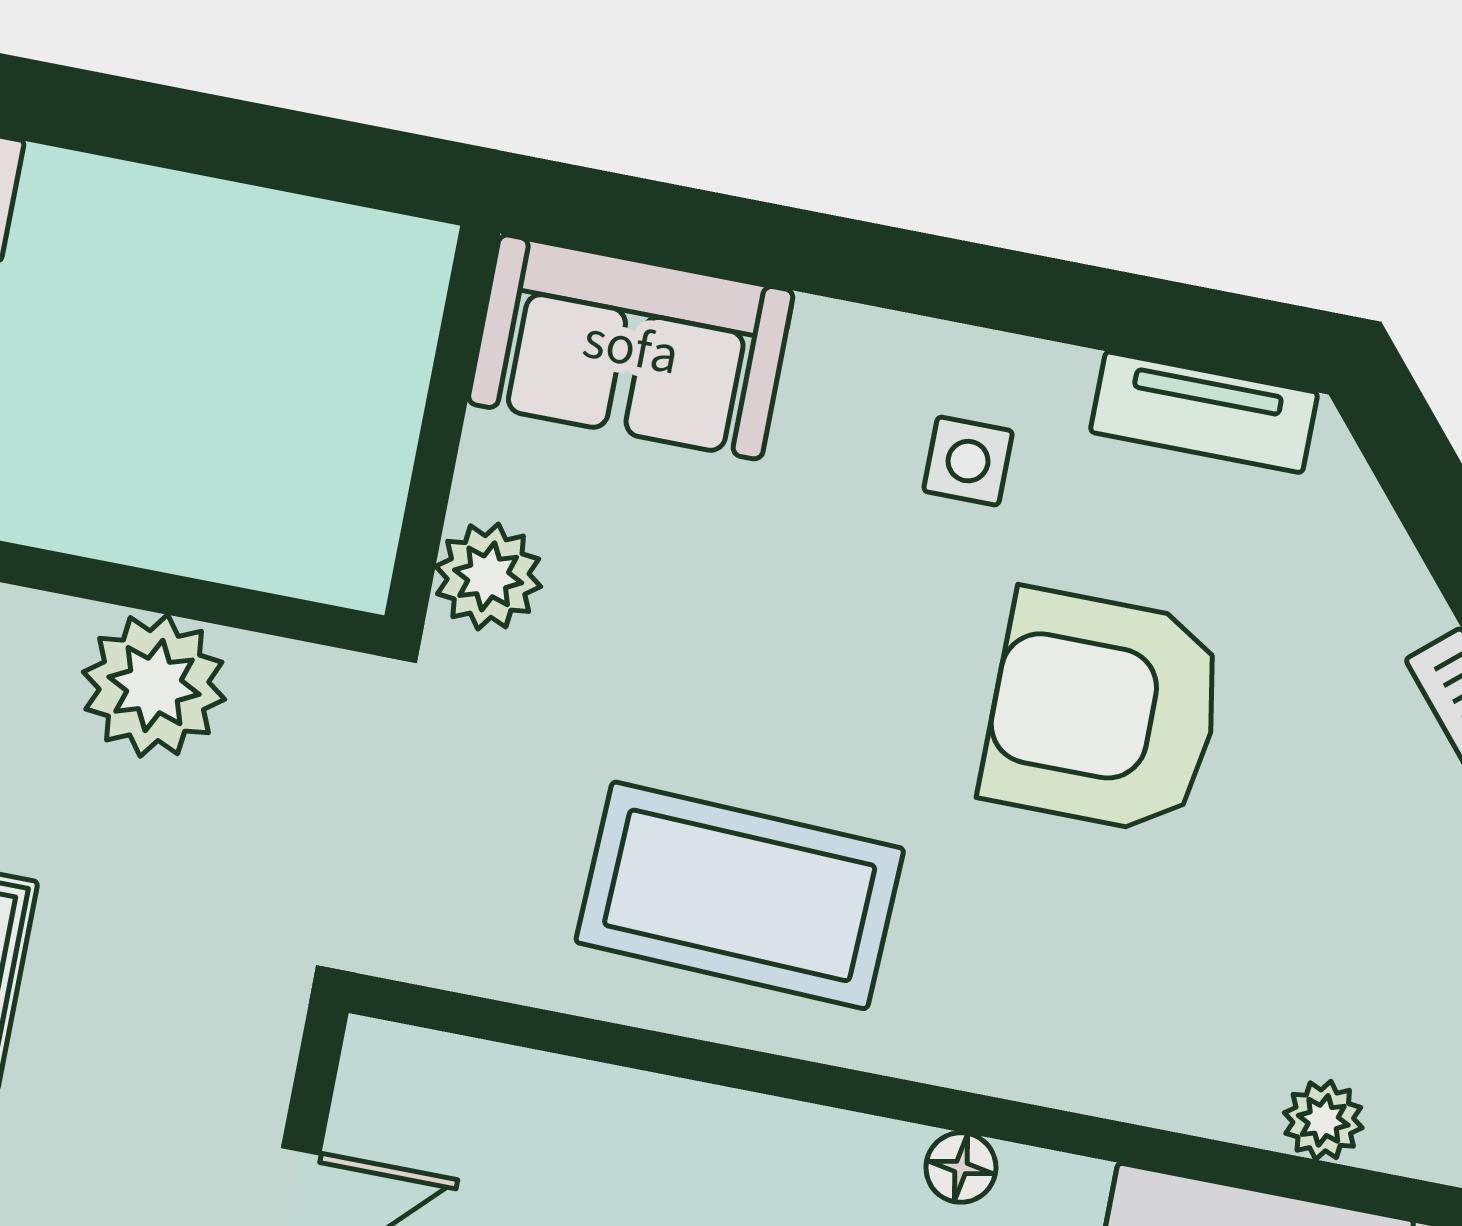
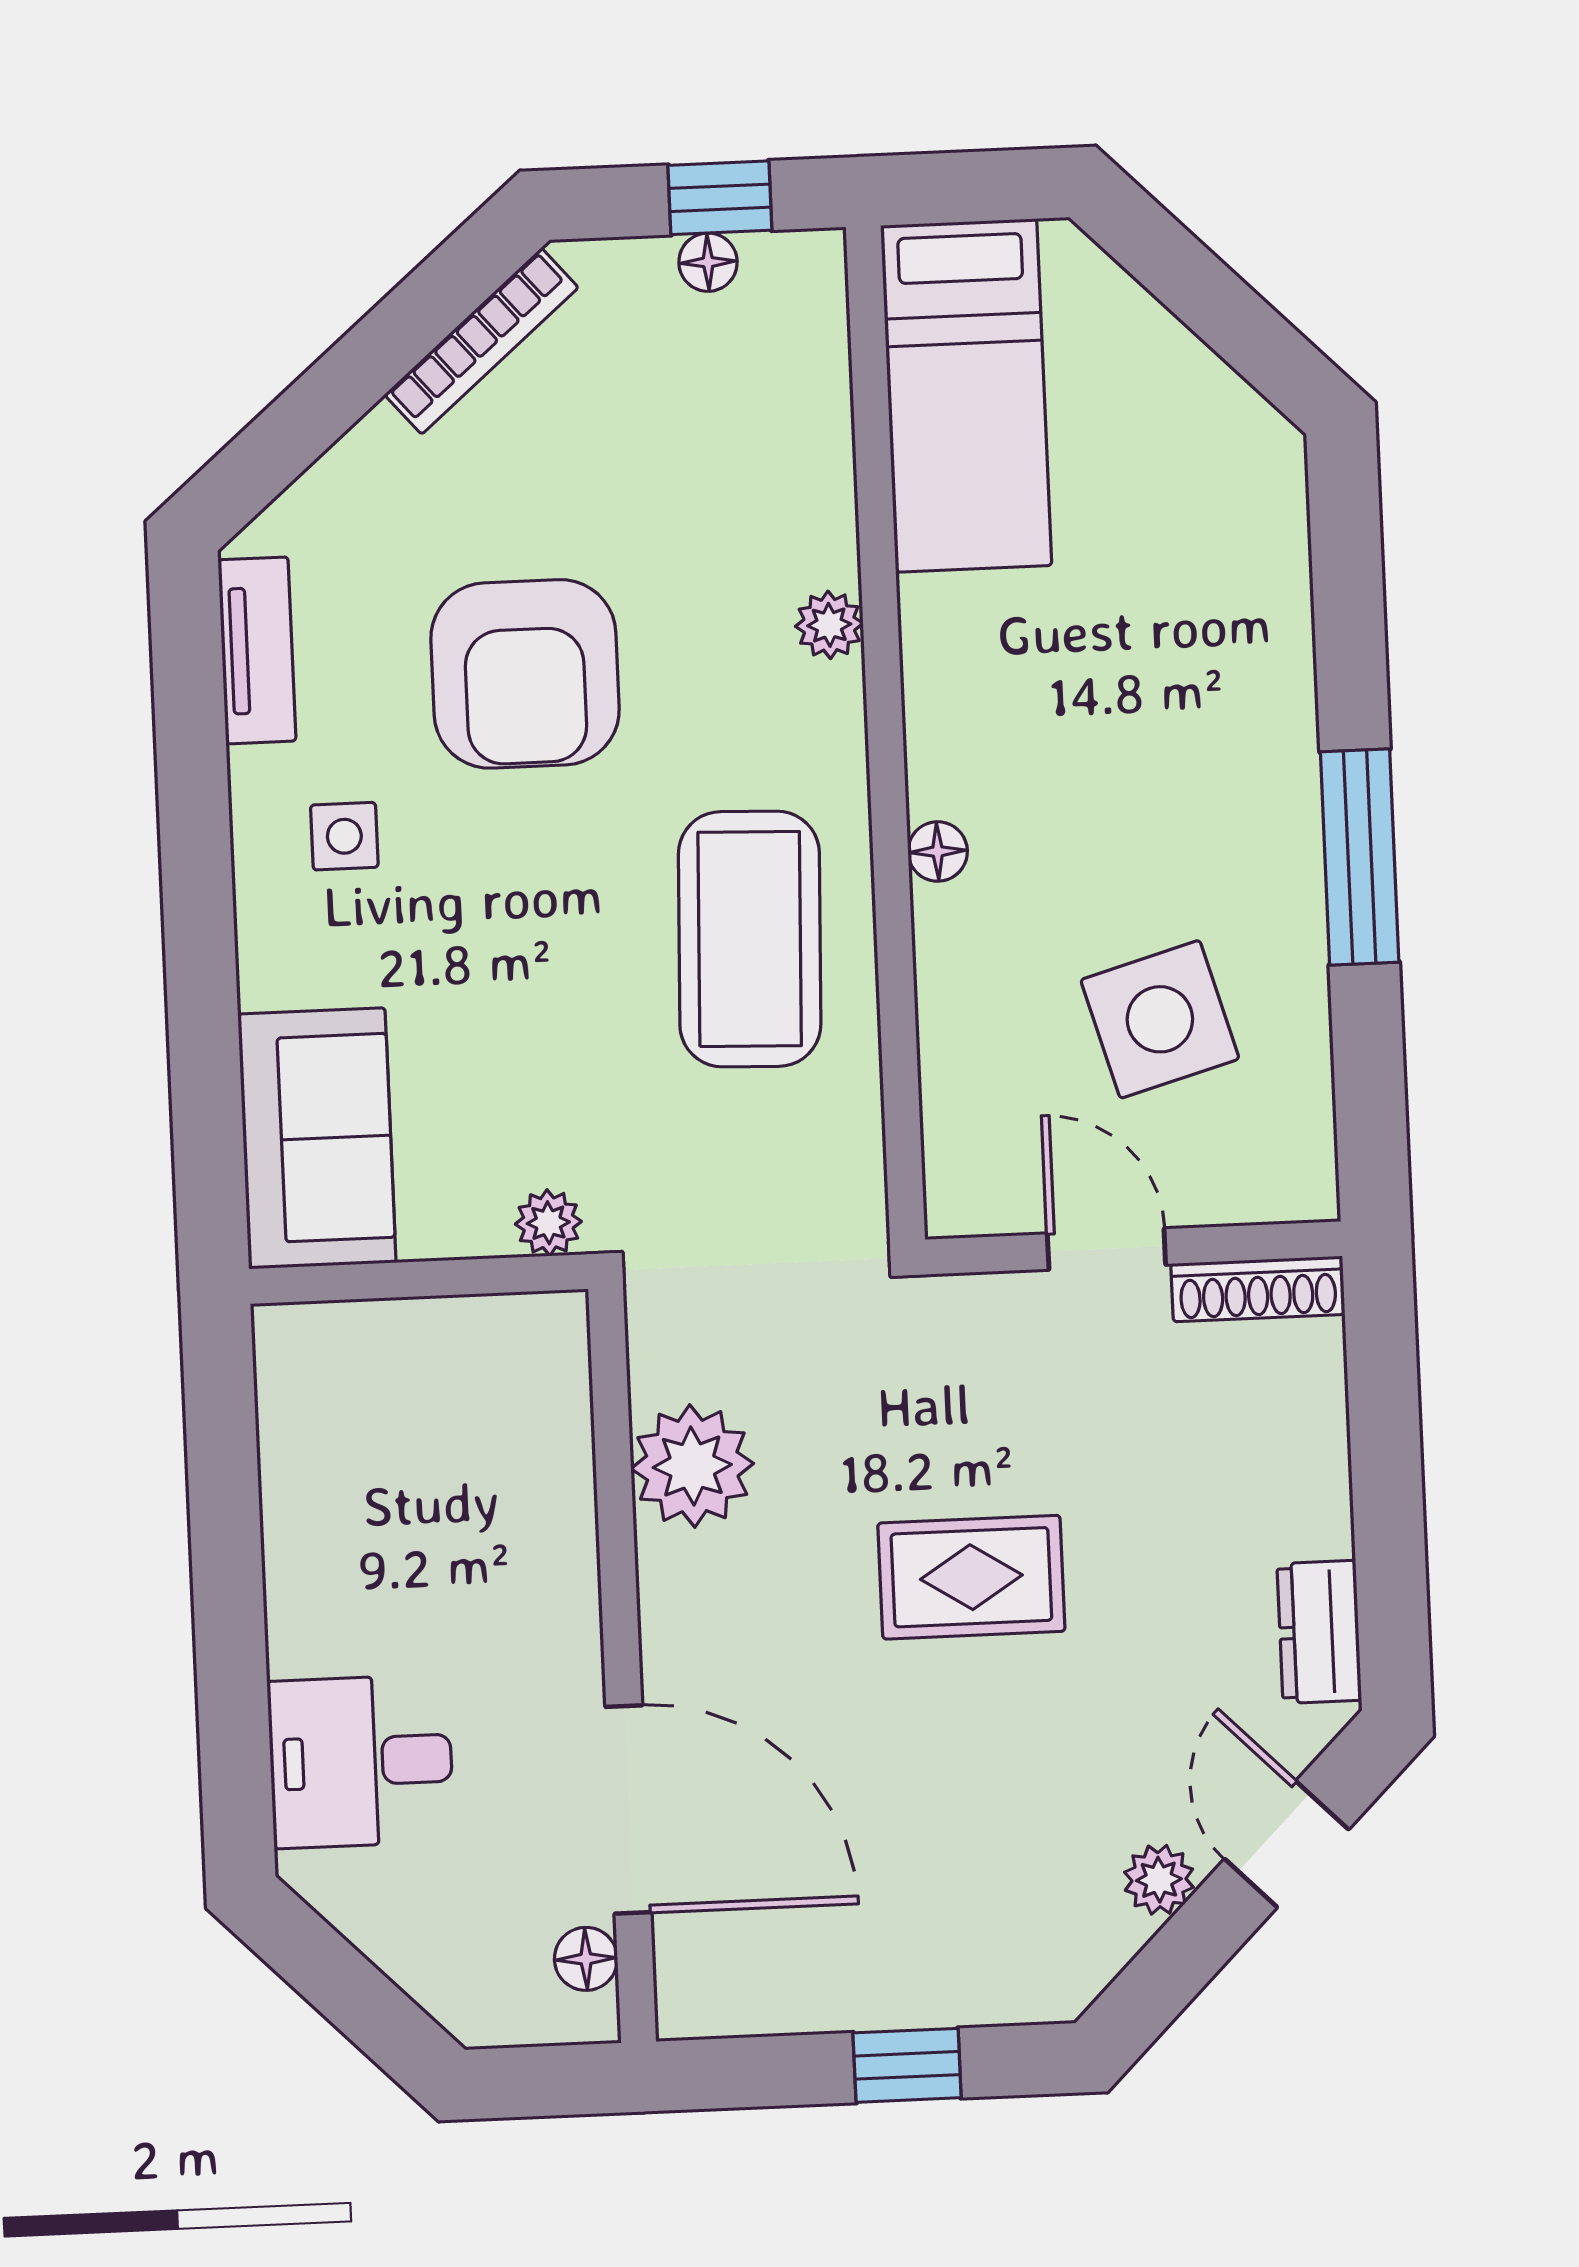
plant: (488, 576) -> (548, 1223), width x0.73, depth x0.73
plant: (1323, 1120) -> (829, 625), moved
floor lamp: (961, 1168) -> (938, 851), moved

